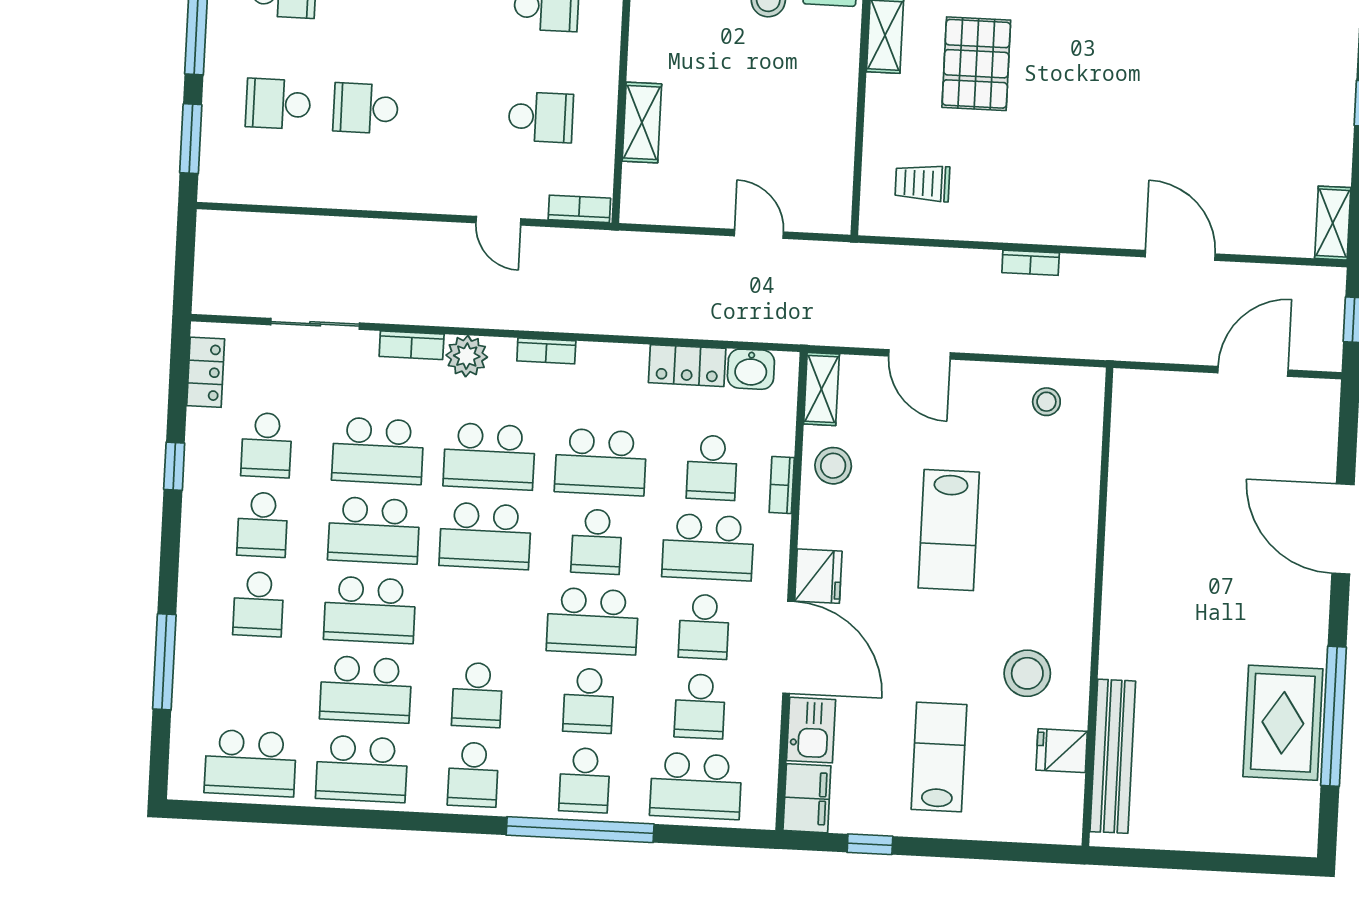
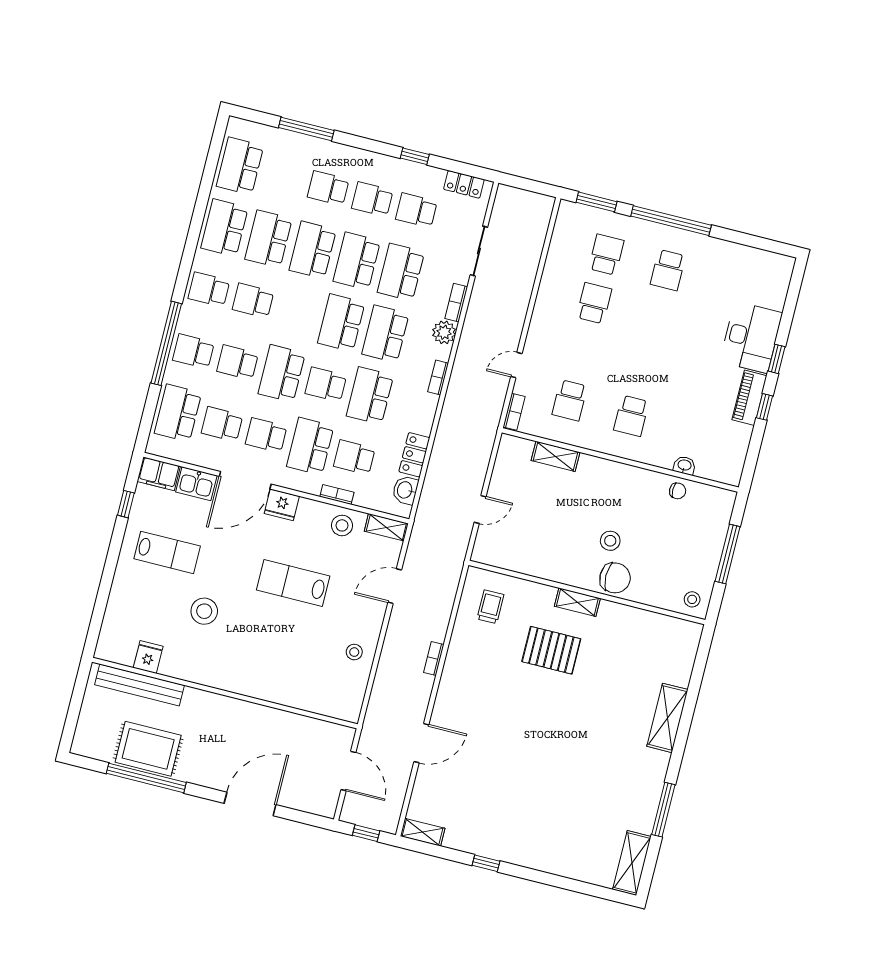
wall: (1098, 607) -> (225, 693), moved
fridge: (1062, 751) -> (148, 657), moved
bench: (1113, 756) -> (139, 685), moved

